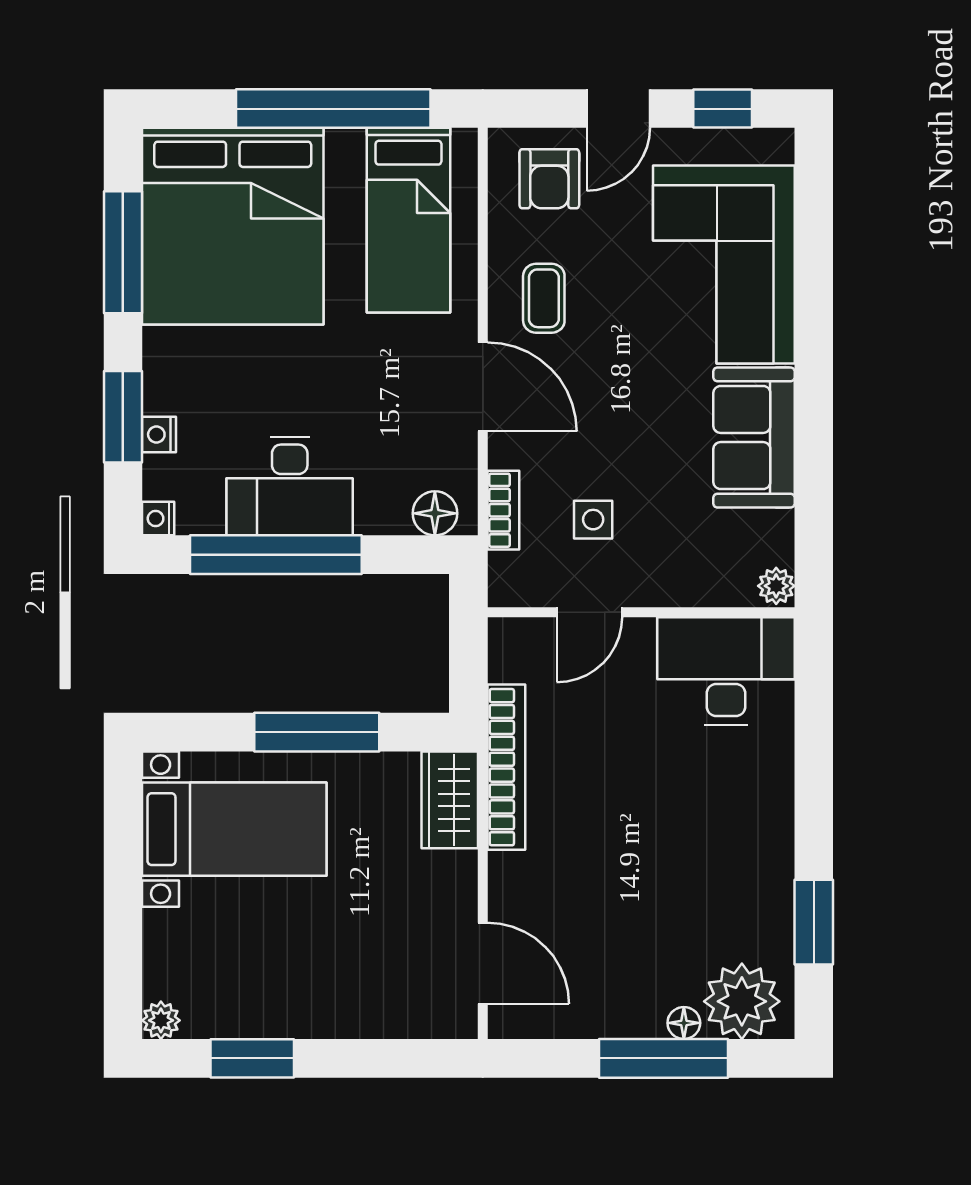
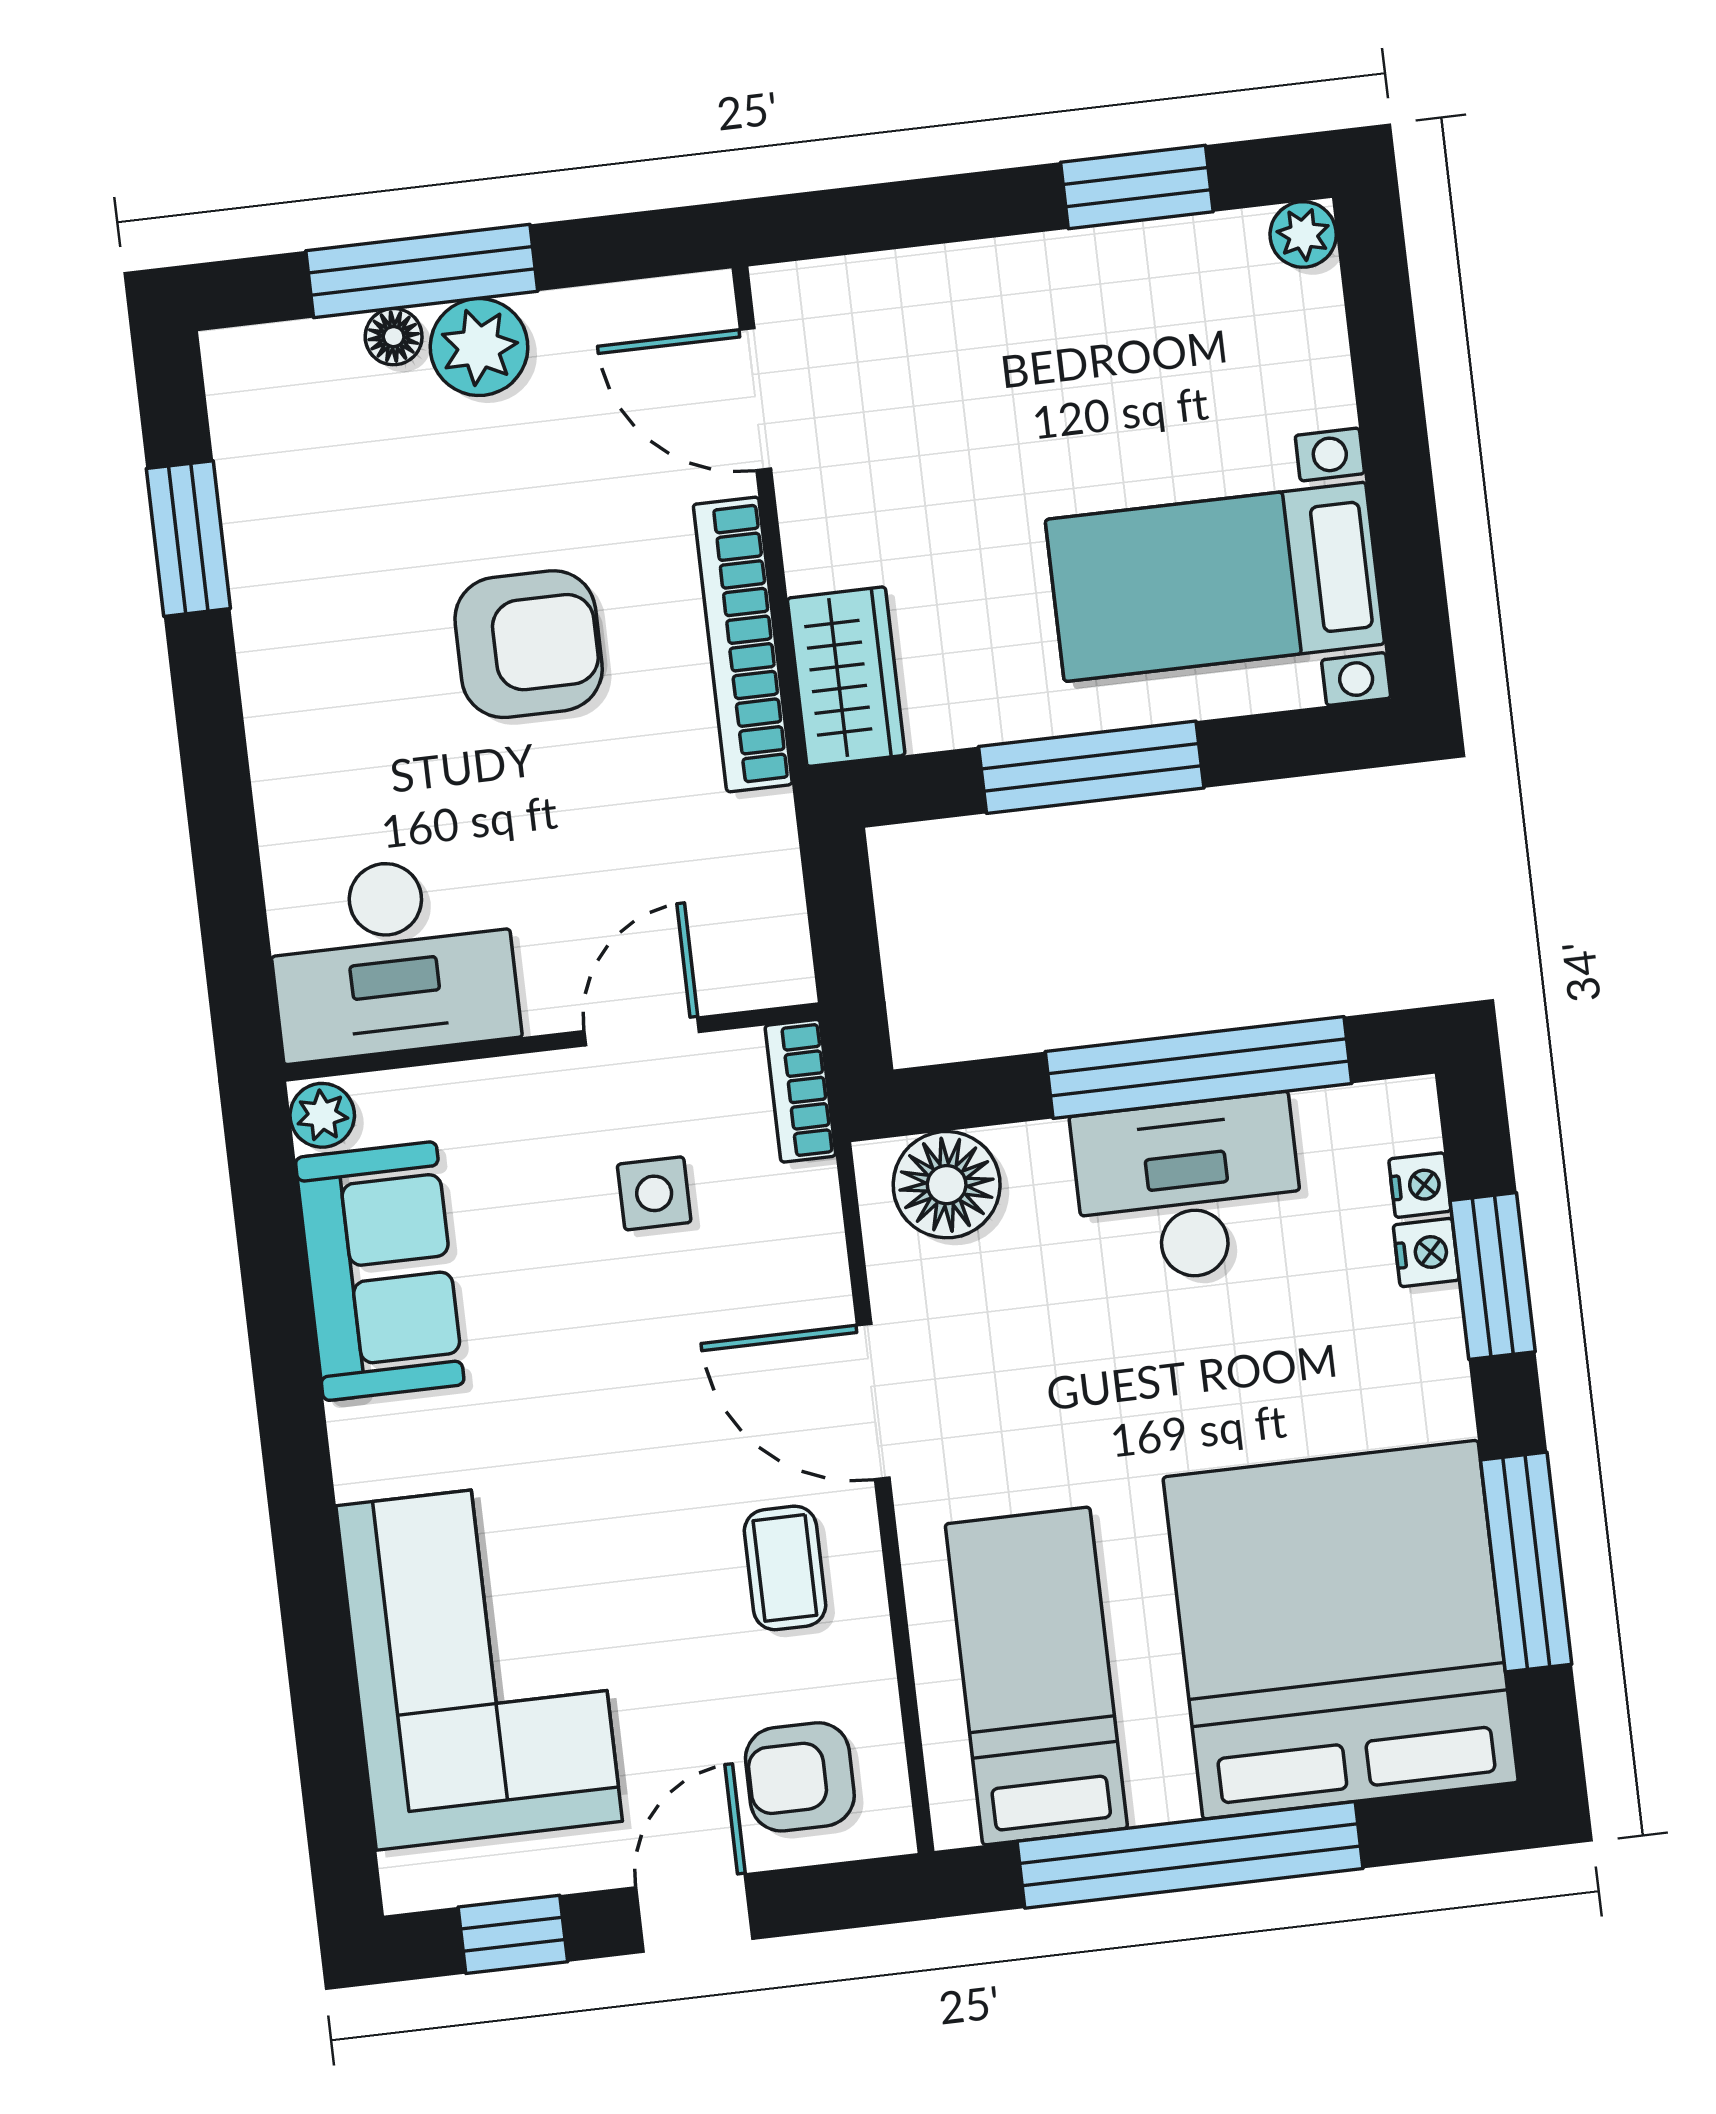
armchair: (549, 179) -> (800, 1777), turned -90
sofa: (754, 437) -> (380, 1271), moved
bookcase: (503, 510) -> (800, 1091), moved
floor lamp: (435, 513) -> (947, 1185), width x1.38, depth x1.38
nightstand: (158, 519) -> (1420, 1185), moved
bookcase: (506, 767) -> (743, 644), moved
armchair: (628, 840) -> (529, 644), added
plant: (742, 1001) -> (479, 347), moved, width x0.73, depth x0.73

